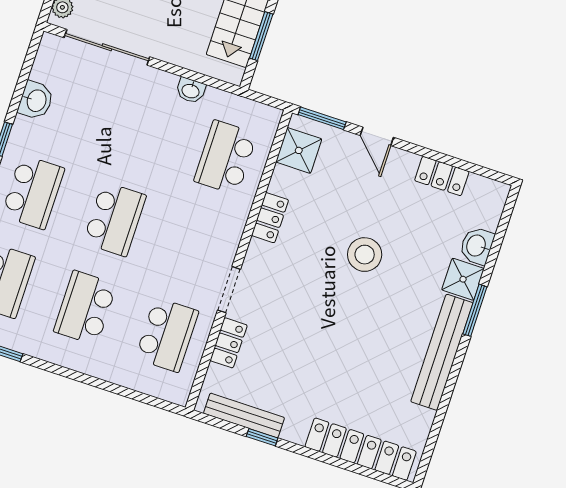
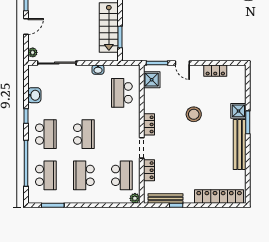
locker: (270, 218) -> (149, 124), moved
washbasin: (477, 246) -> (240, 95), removed
plant: (178, 393) -> (135, 198), added

